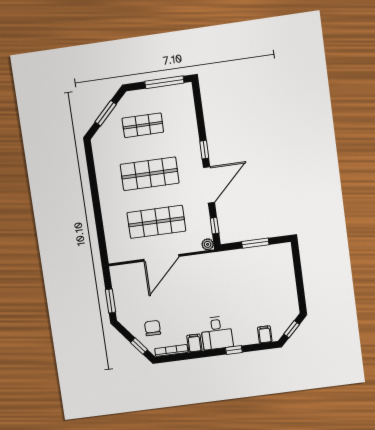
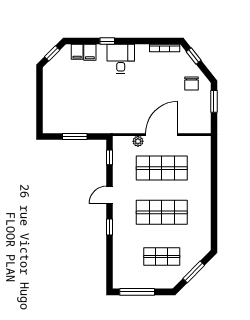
door: (209, 185) -> (110, 195), width x0.53
plant: (208, 244) -> (138, 141), moved
chair: (153, 328) -> (191, 83), moved
filing cabinet: (194, 343) -> (90, 52), moved

